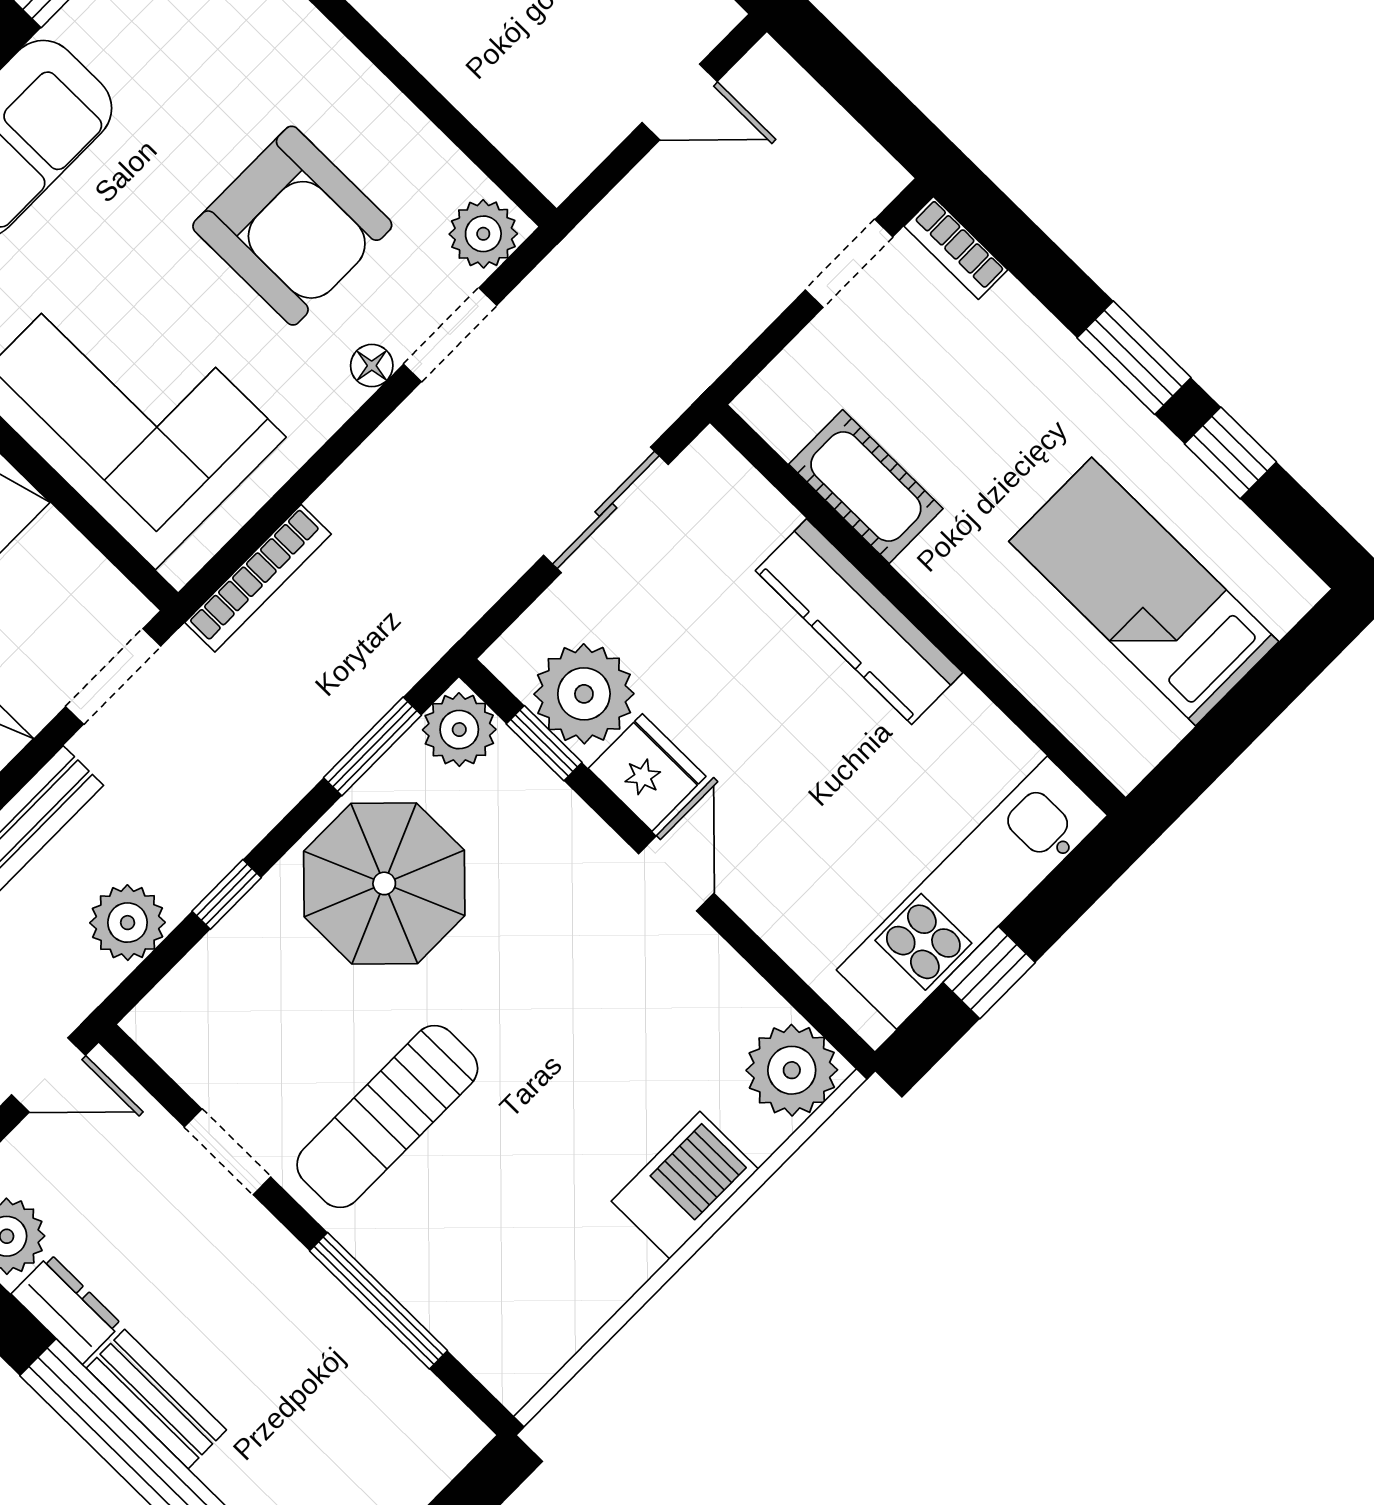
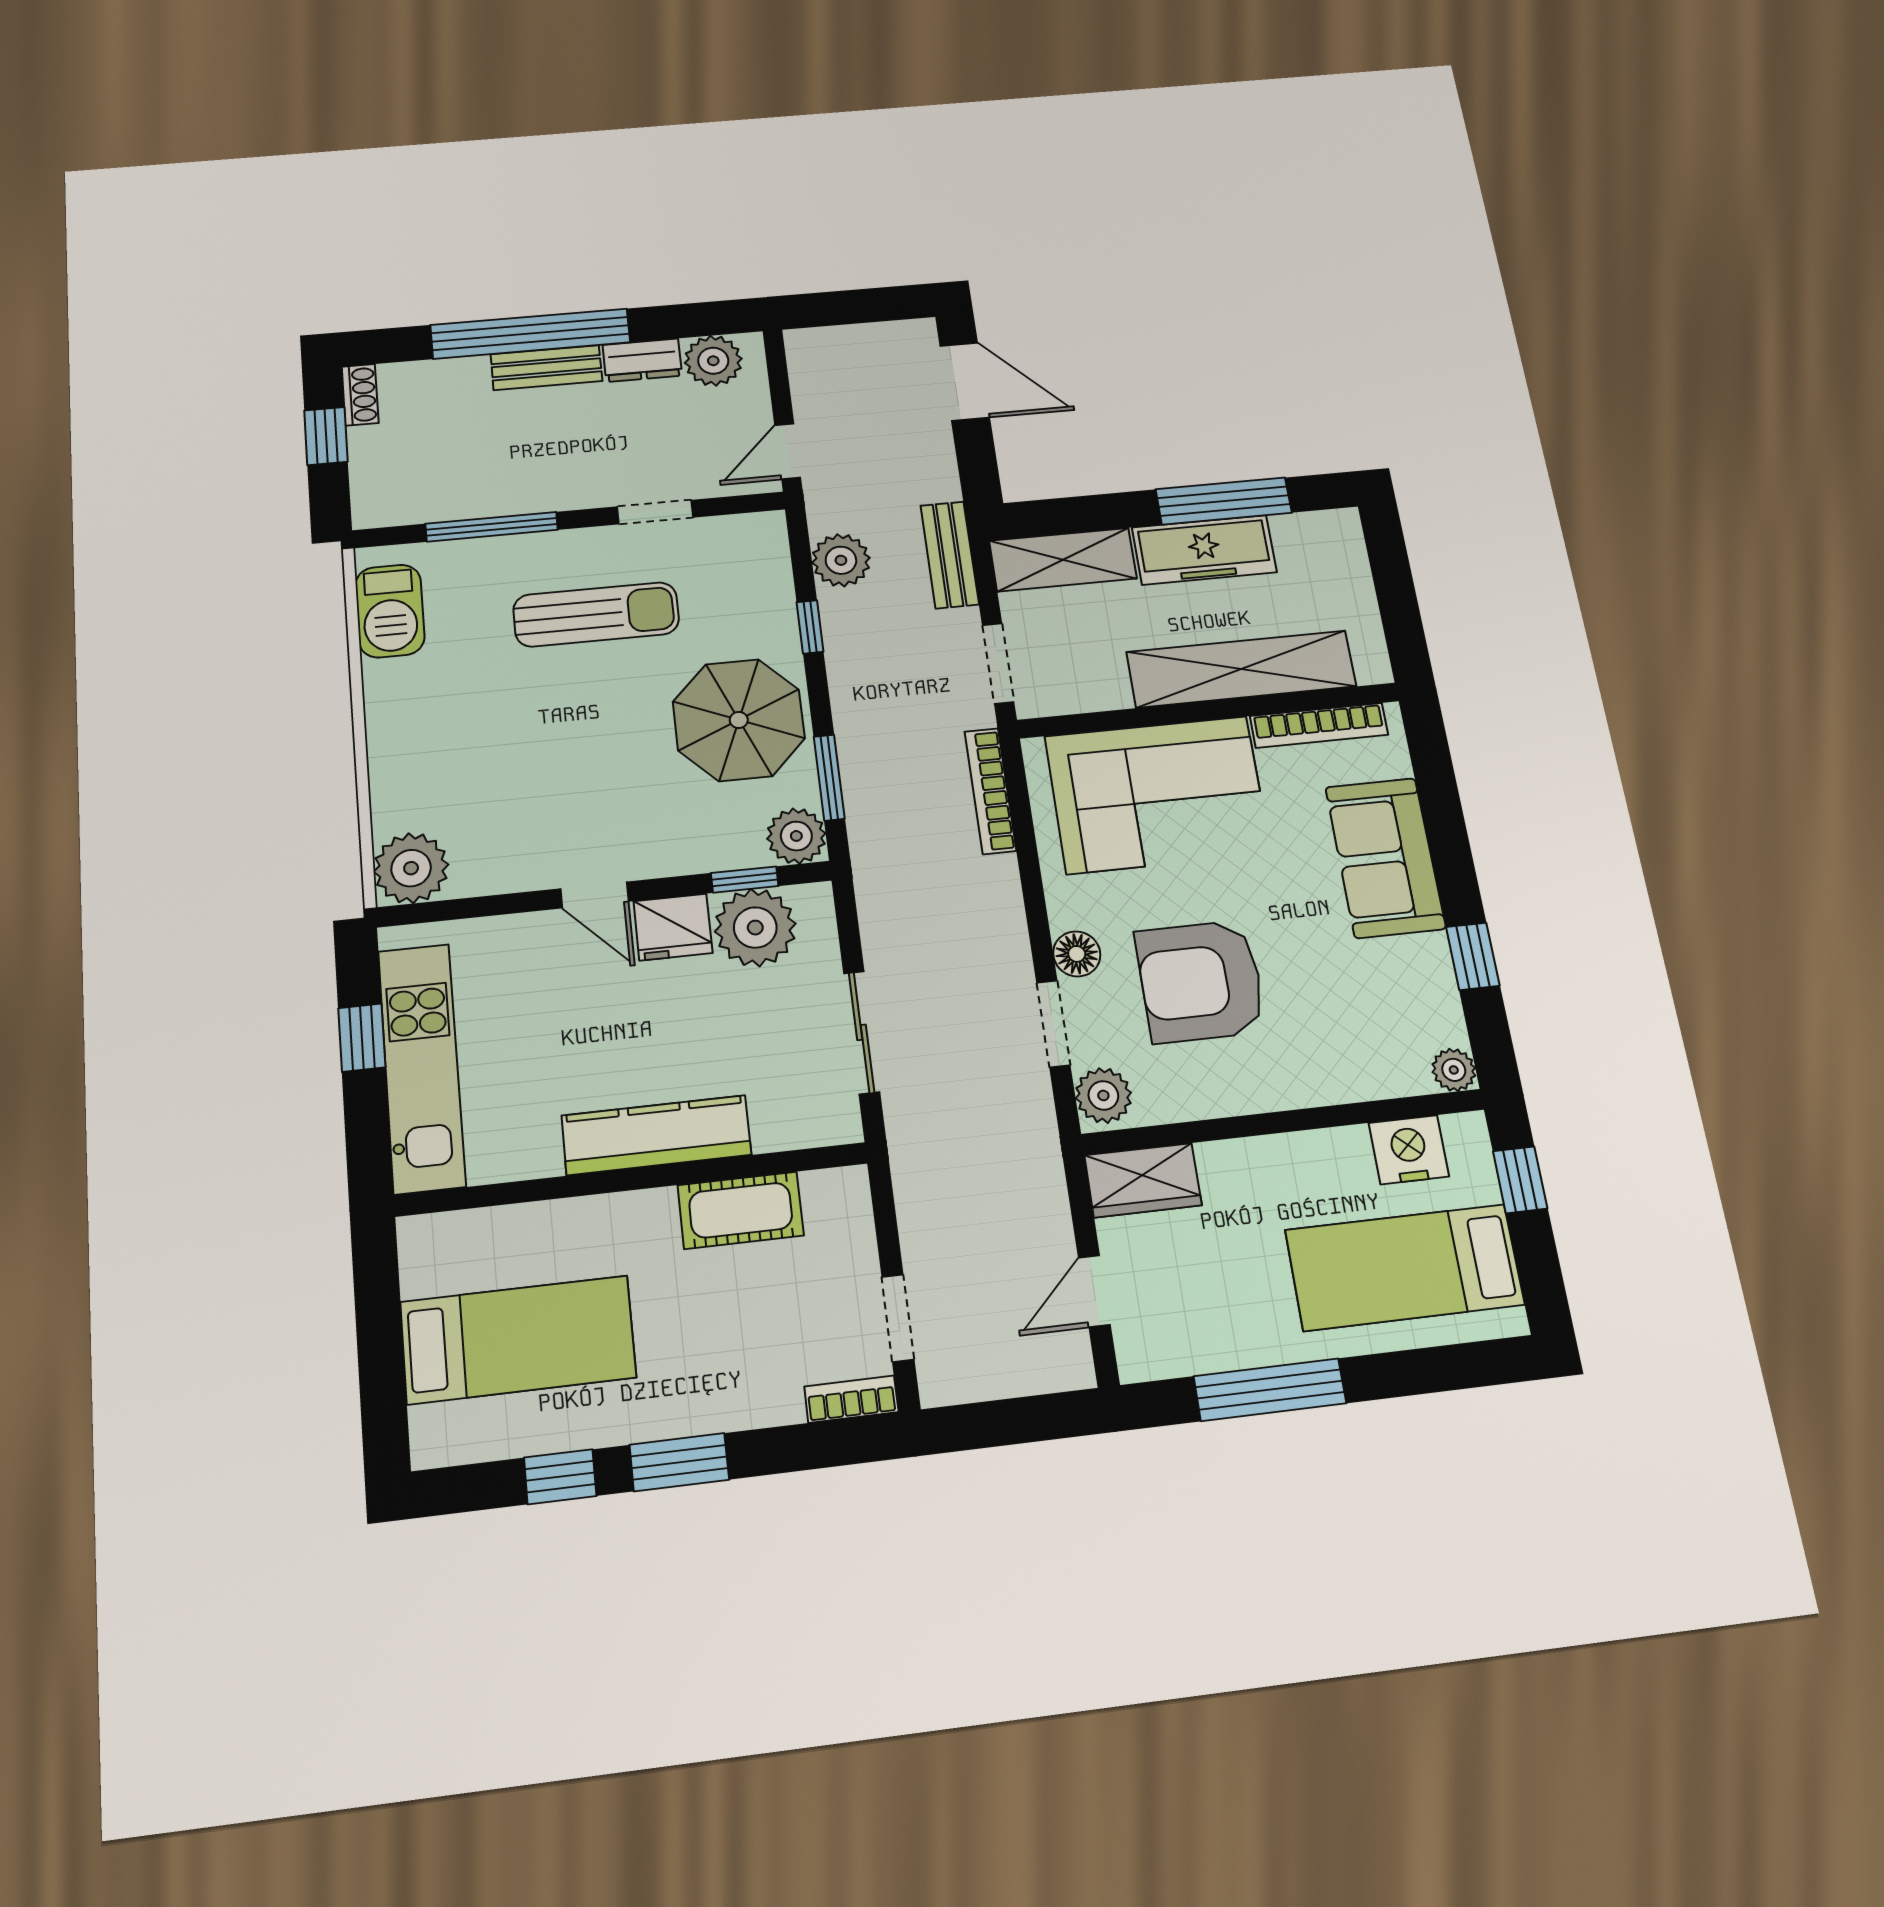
wardrobe: (537, 135) -> (1143, 1180), added
floor lamp: (372, 366) -> (1077, 954), width x1.37, depth x1.37
sun lounger: (387, 1116) -> (596, 614), turned 90
barbecue: (685, 1185) -> (390, 611), moved

